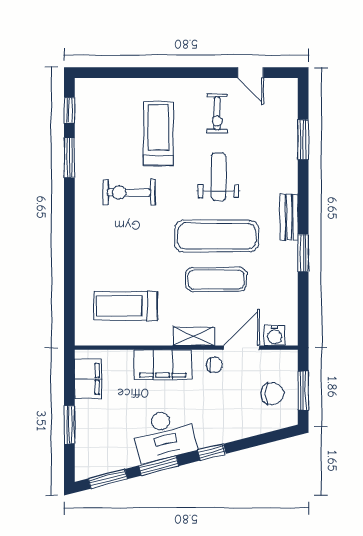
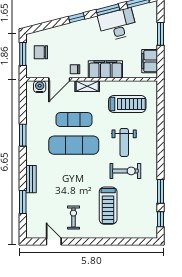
weight bench: (219, 177) -> (124, 142), moved
bench: (289, 217) -> (31, 179), moved
desk: (164, 435) -> (117, 25), moved

